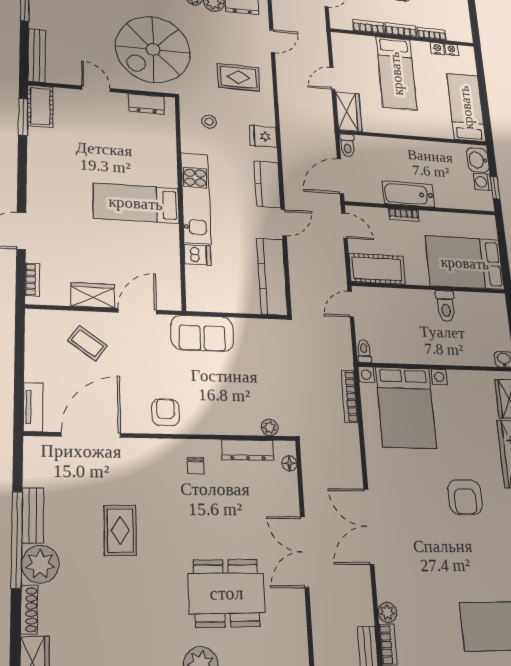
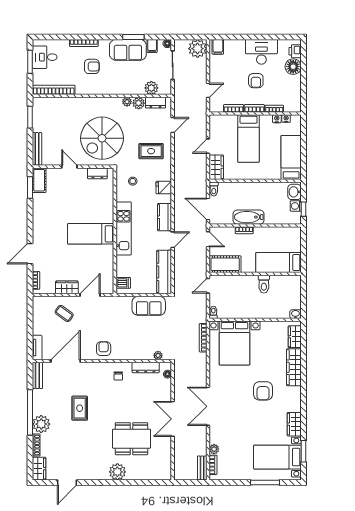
door: (340, 176) -> (208, 209), hinge flipped
dishwasher: (197, 255) -> (123, 283), moved
bed: (465, 263) -> (279, 263), width x0.67
sofa: (202, 333) -> (149, 306), moved
bench: (33, 515) -> (37, 375), moved

